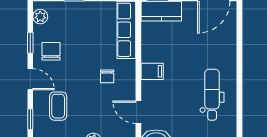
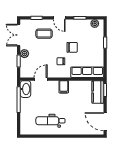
chair: (51, 51) -> (72, 47), moved
door: (30, 79) -> (59, 18), hinge flipped
dental chair: (212, 95) -> (50, 121), turned 180

